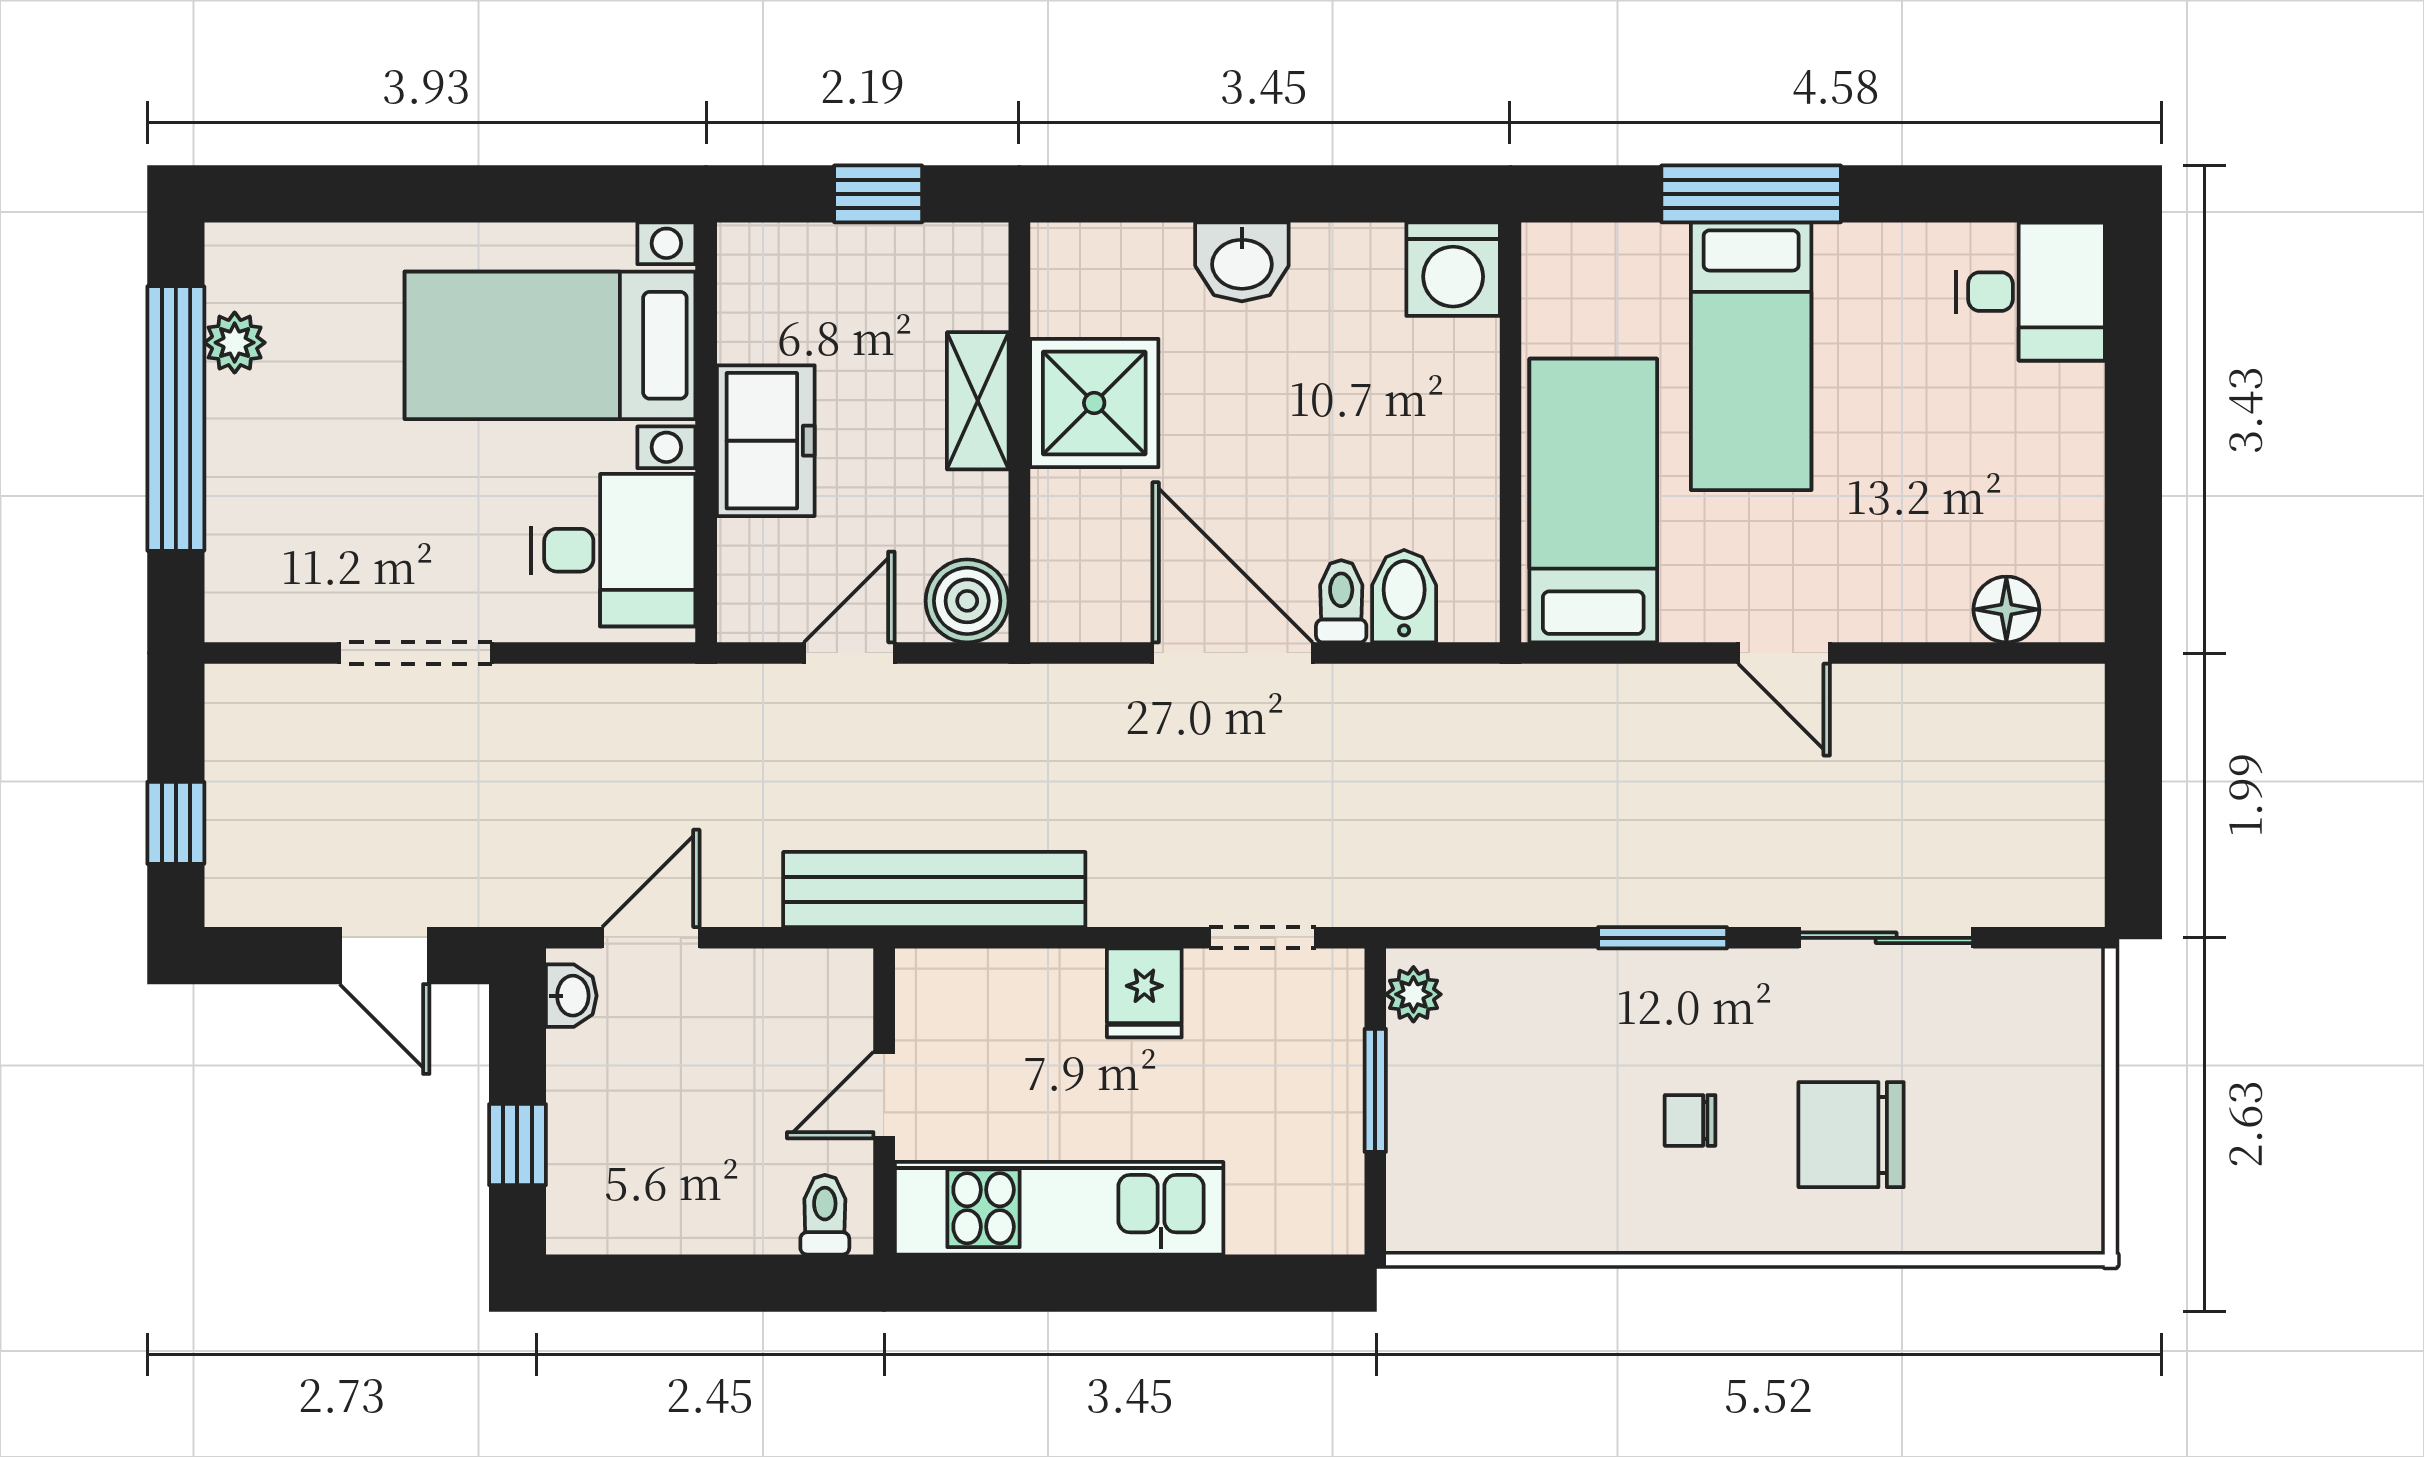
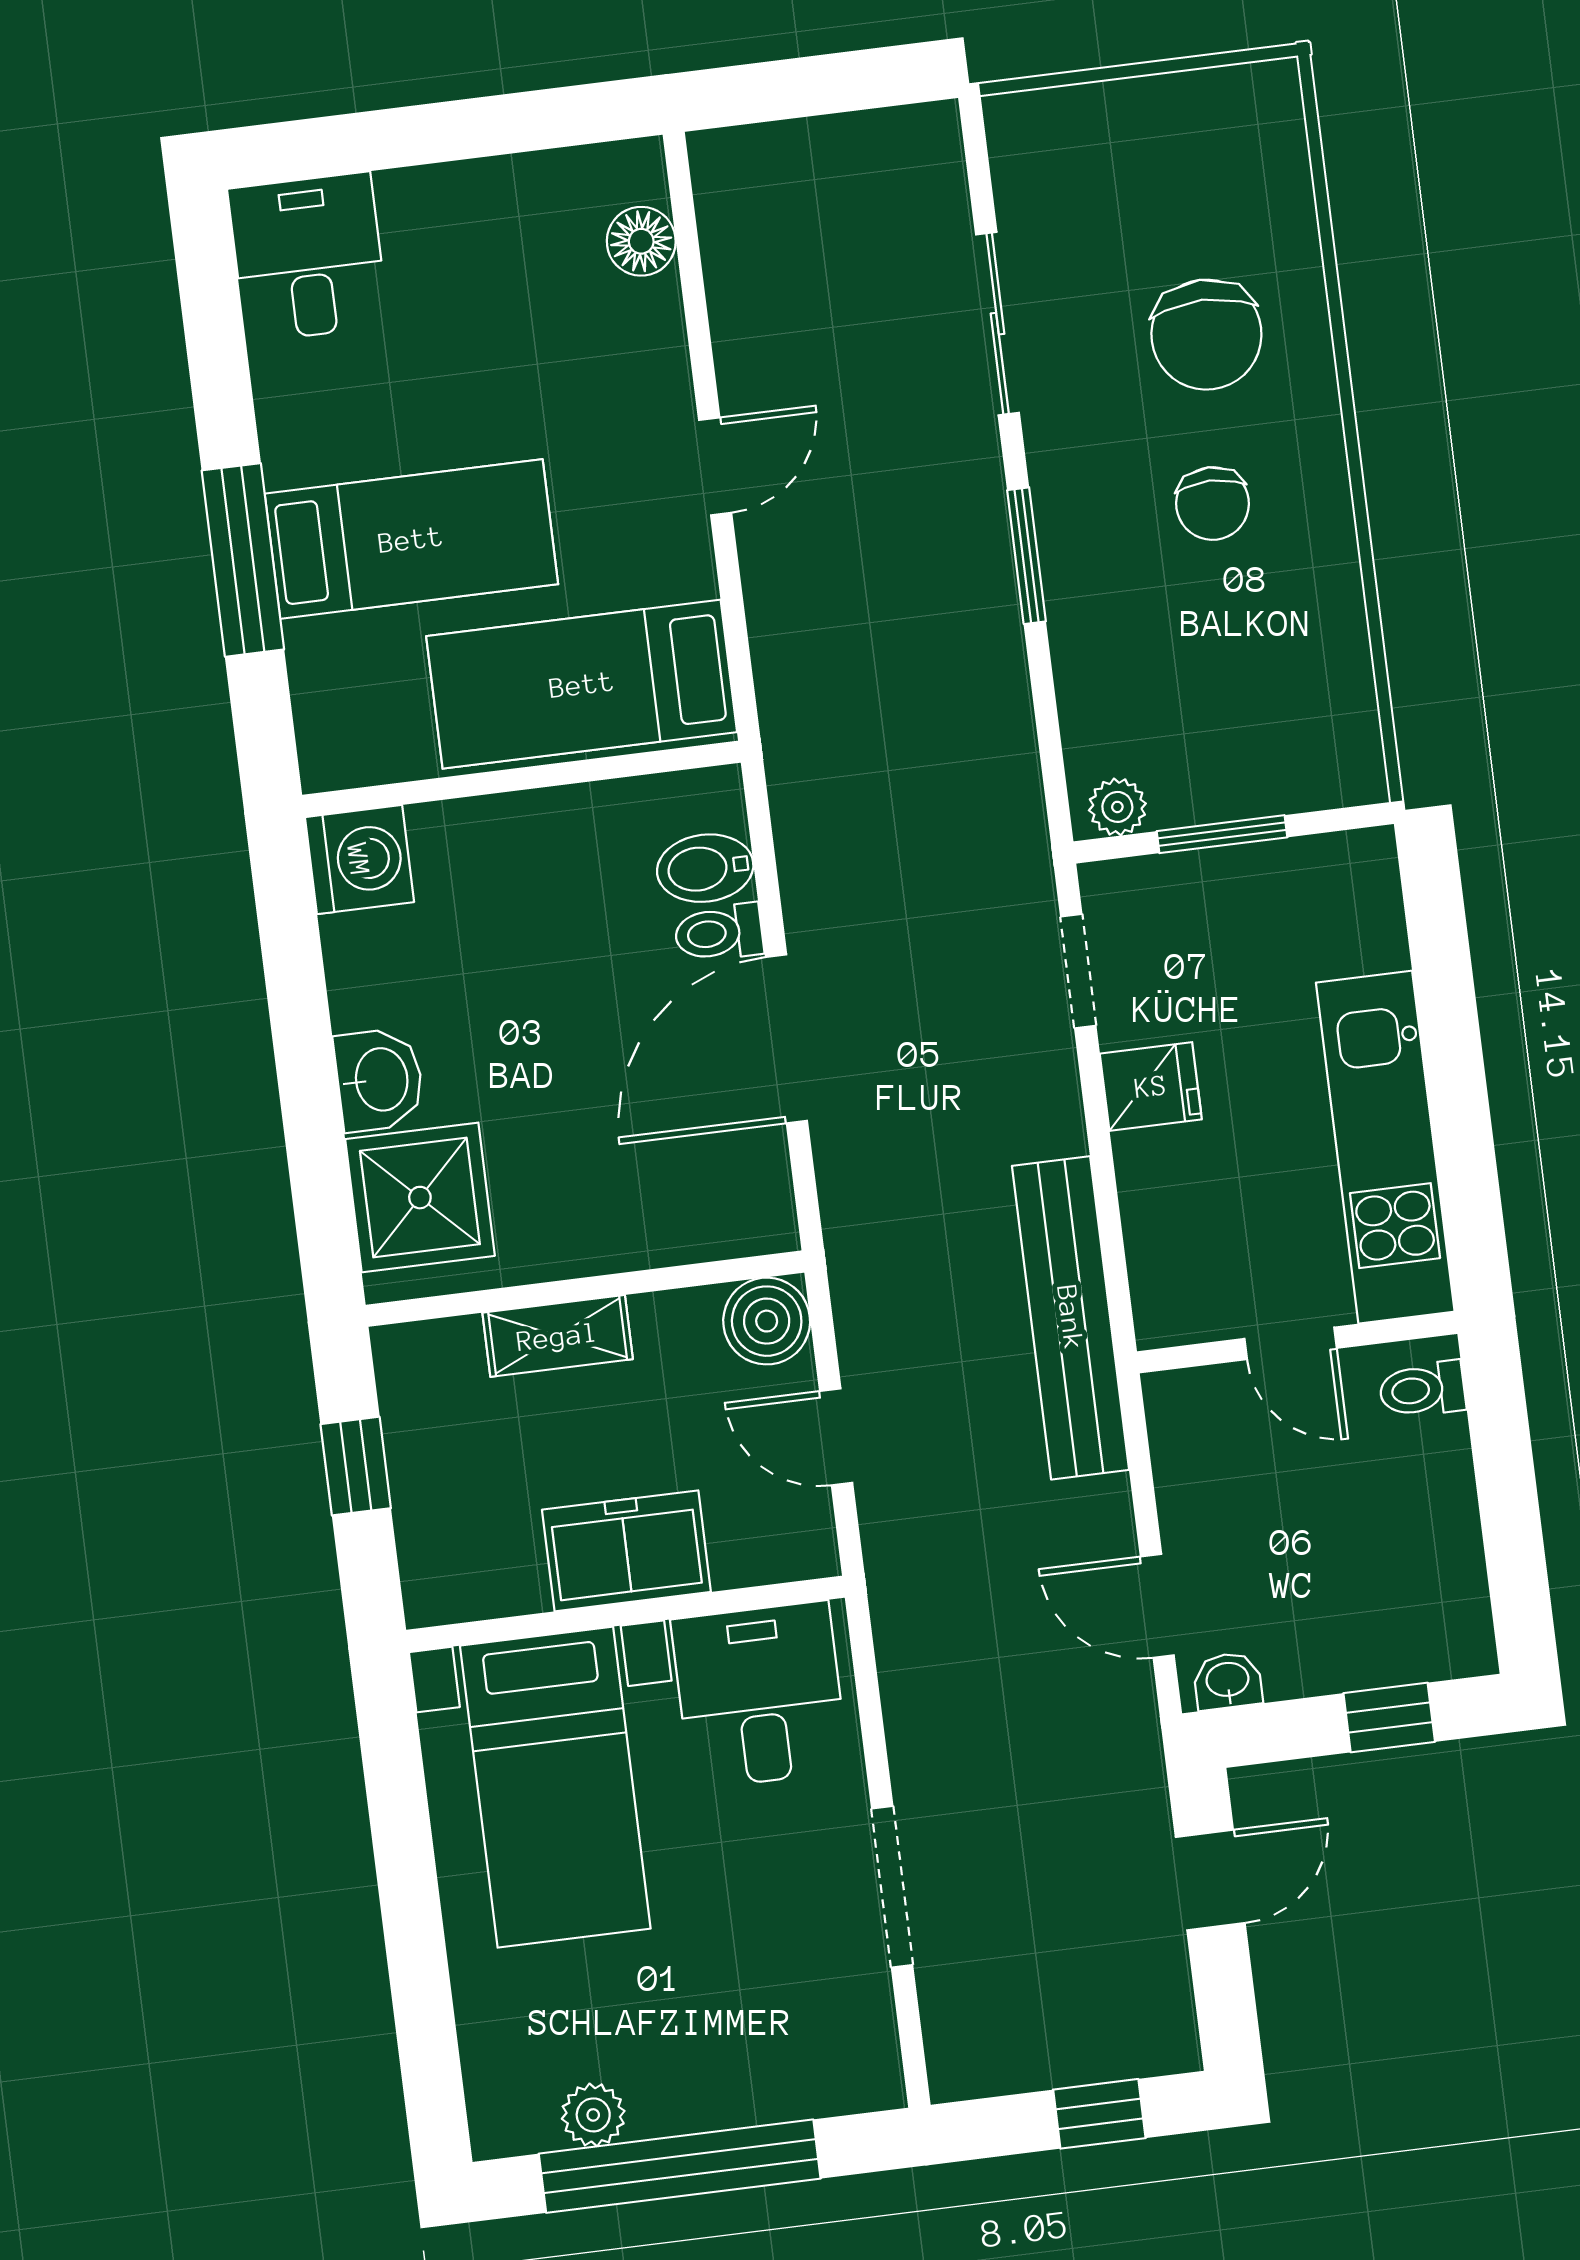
shower: (1094, 403) -> (420, 1198), moved
chair: (1690, 1120) -> (1213, 504), width x1.37, depth x1.37

